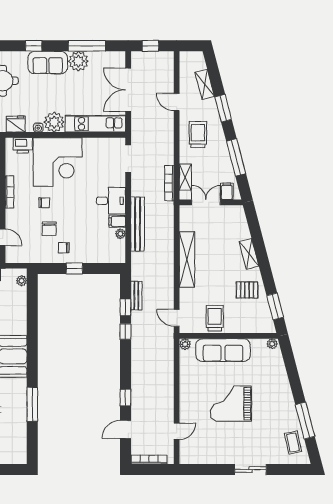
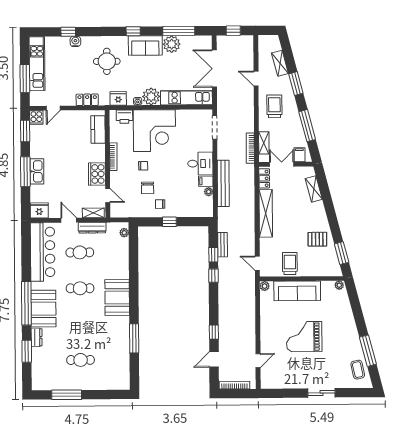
locker: (185, 219) -> (264, 178), added
shelving: (249, 254) -> (314, 189), moved

